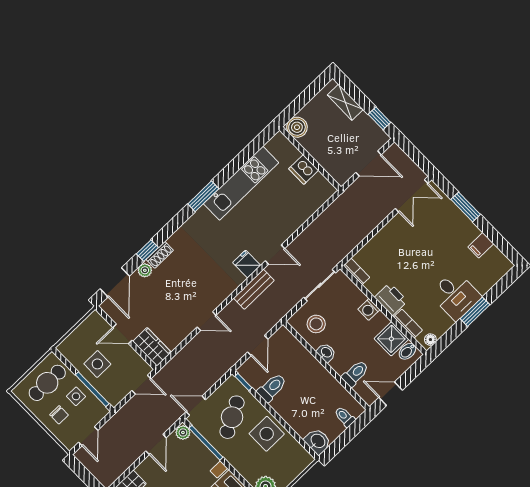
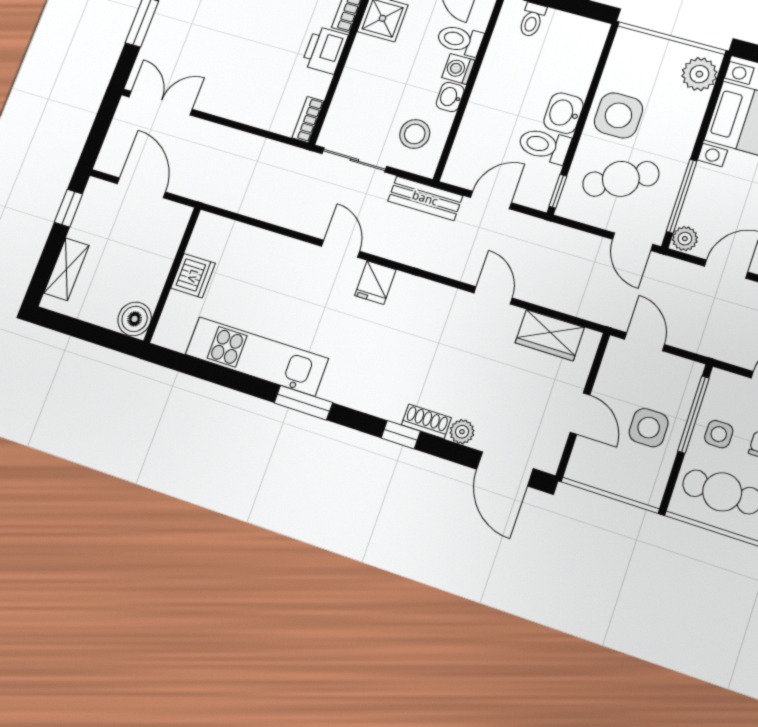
window: (147, 251) -> (401, 435), moved
door: (115, 282) -> (505, 469), swing flipped
bench: (254, 289) -> (425, 198), moved
washing machine: (369, 309) -> (458, 69), moved, turned 180
wardrobe: (152, 347) -> (550, 335), moved, turned -90
washbasin: (318, 441) -> (563, 113), moved

